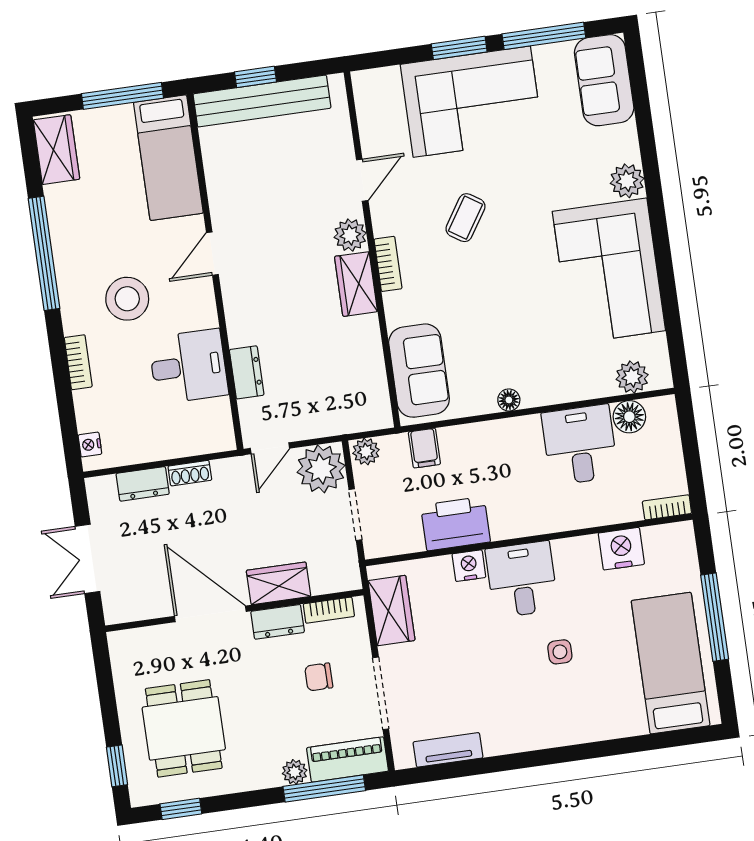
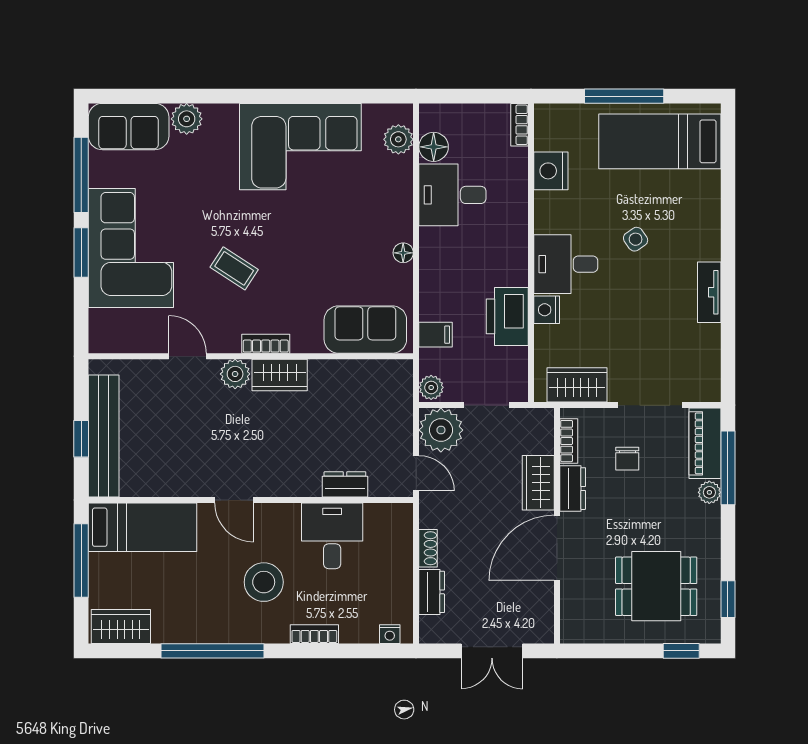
plant: (627, 181) -> (187, 119), moved
side table: (560, 652) -> (636, 239), turned -35
tv unit: (448, 750) -> (709, 292), moved

